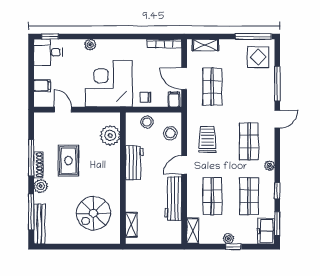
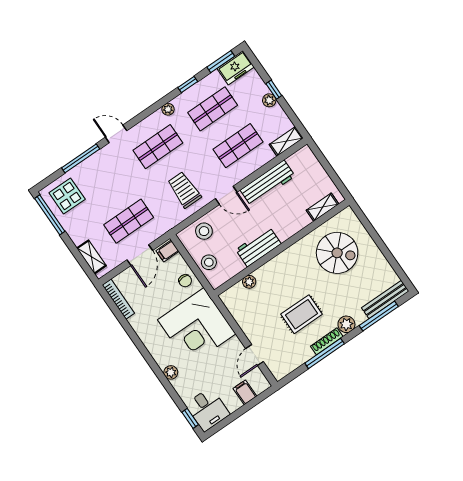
plant: (110, 135) -> (249, 282), width x0.53, depth x0.53
trolley: (208, 139) -> (184, 190), turned 90

